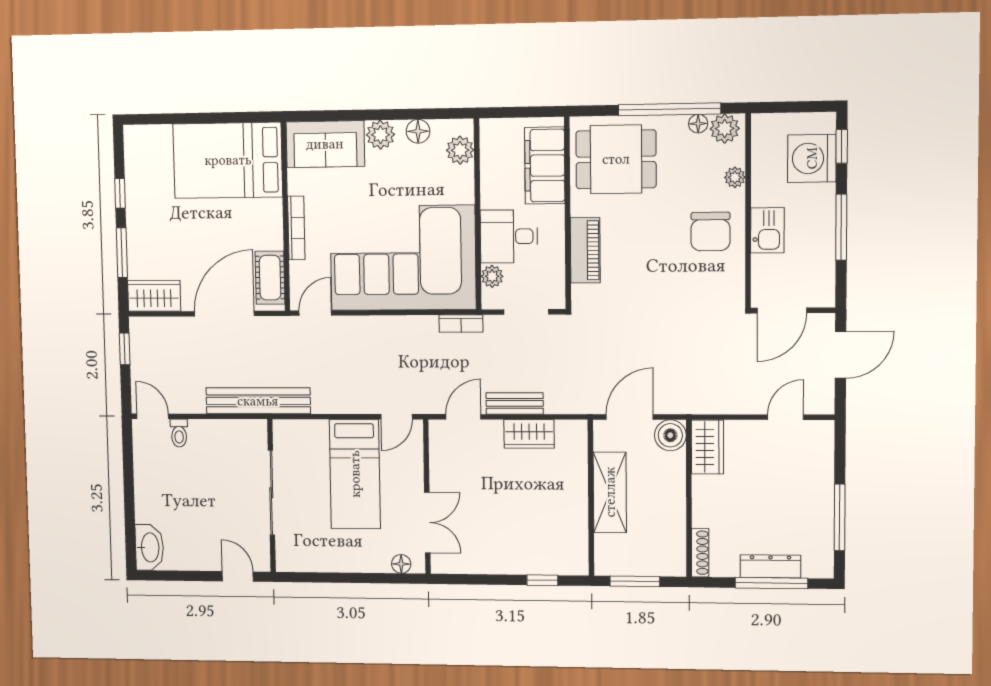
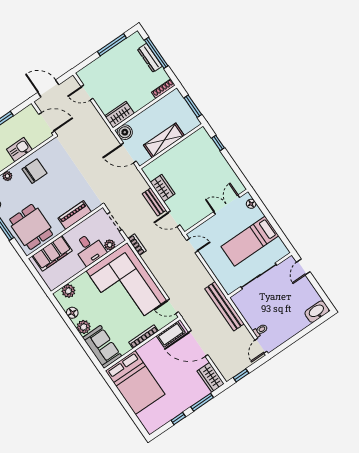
bed: (355, 474) -> (250, 241), moved, turned 180

